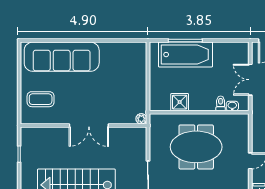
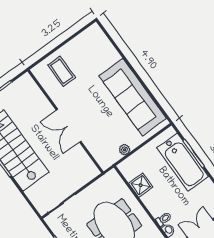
sofa: (62, 57) -> (133, 97), moved
plant: (141, 119) -> (125, 150), moved

